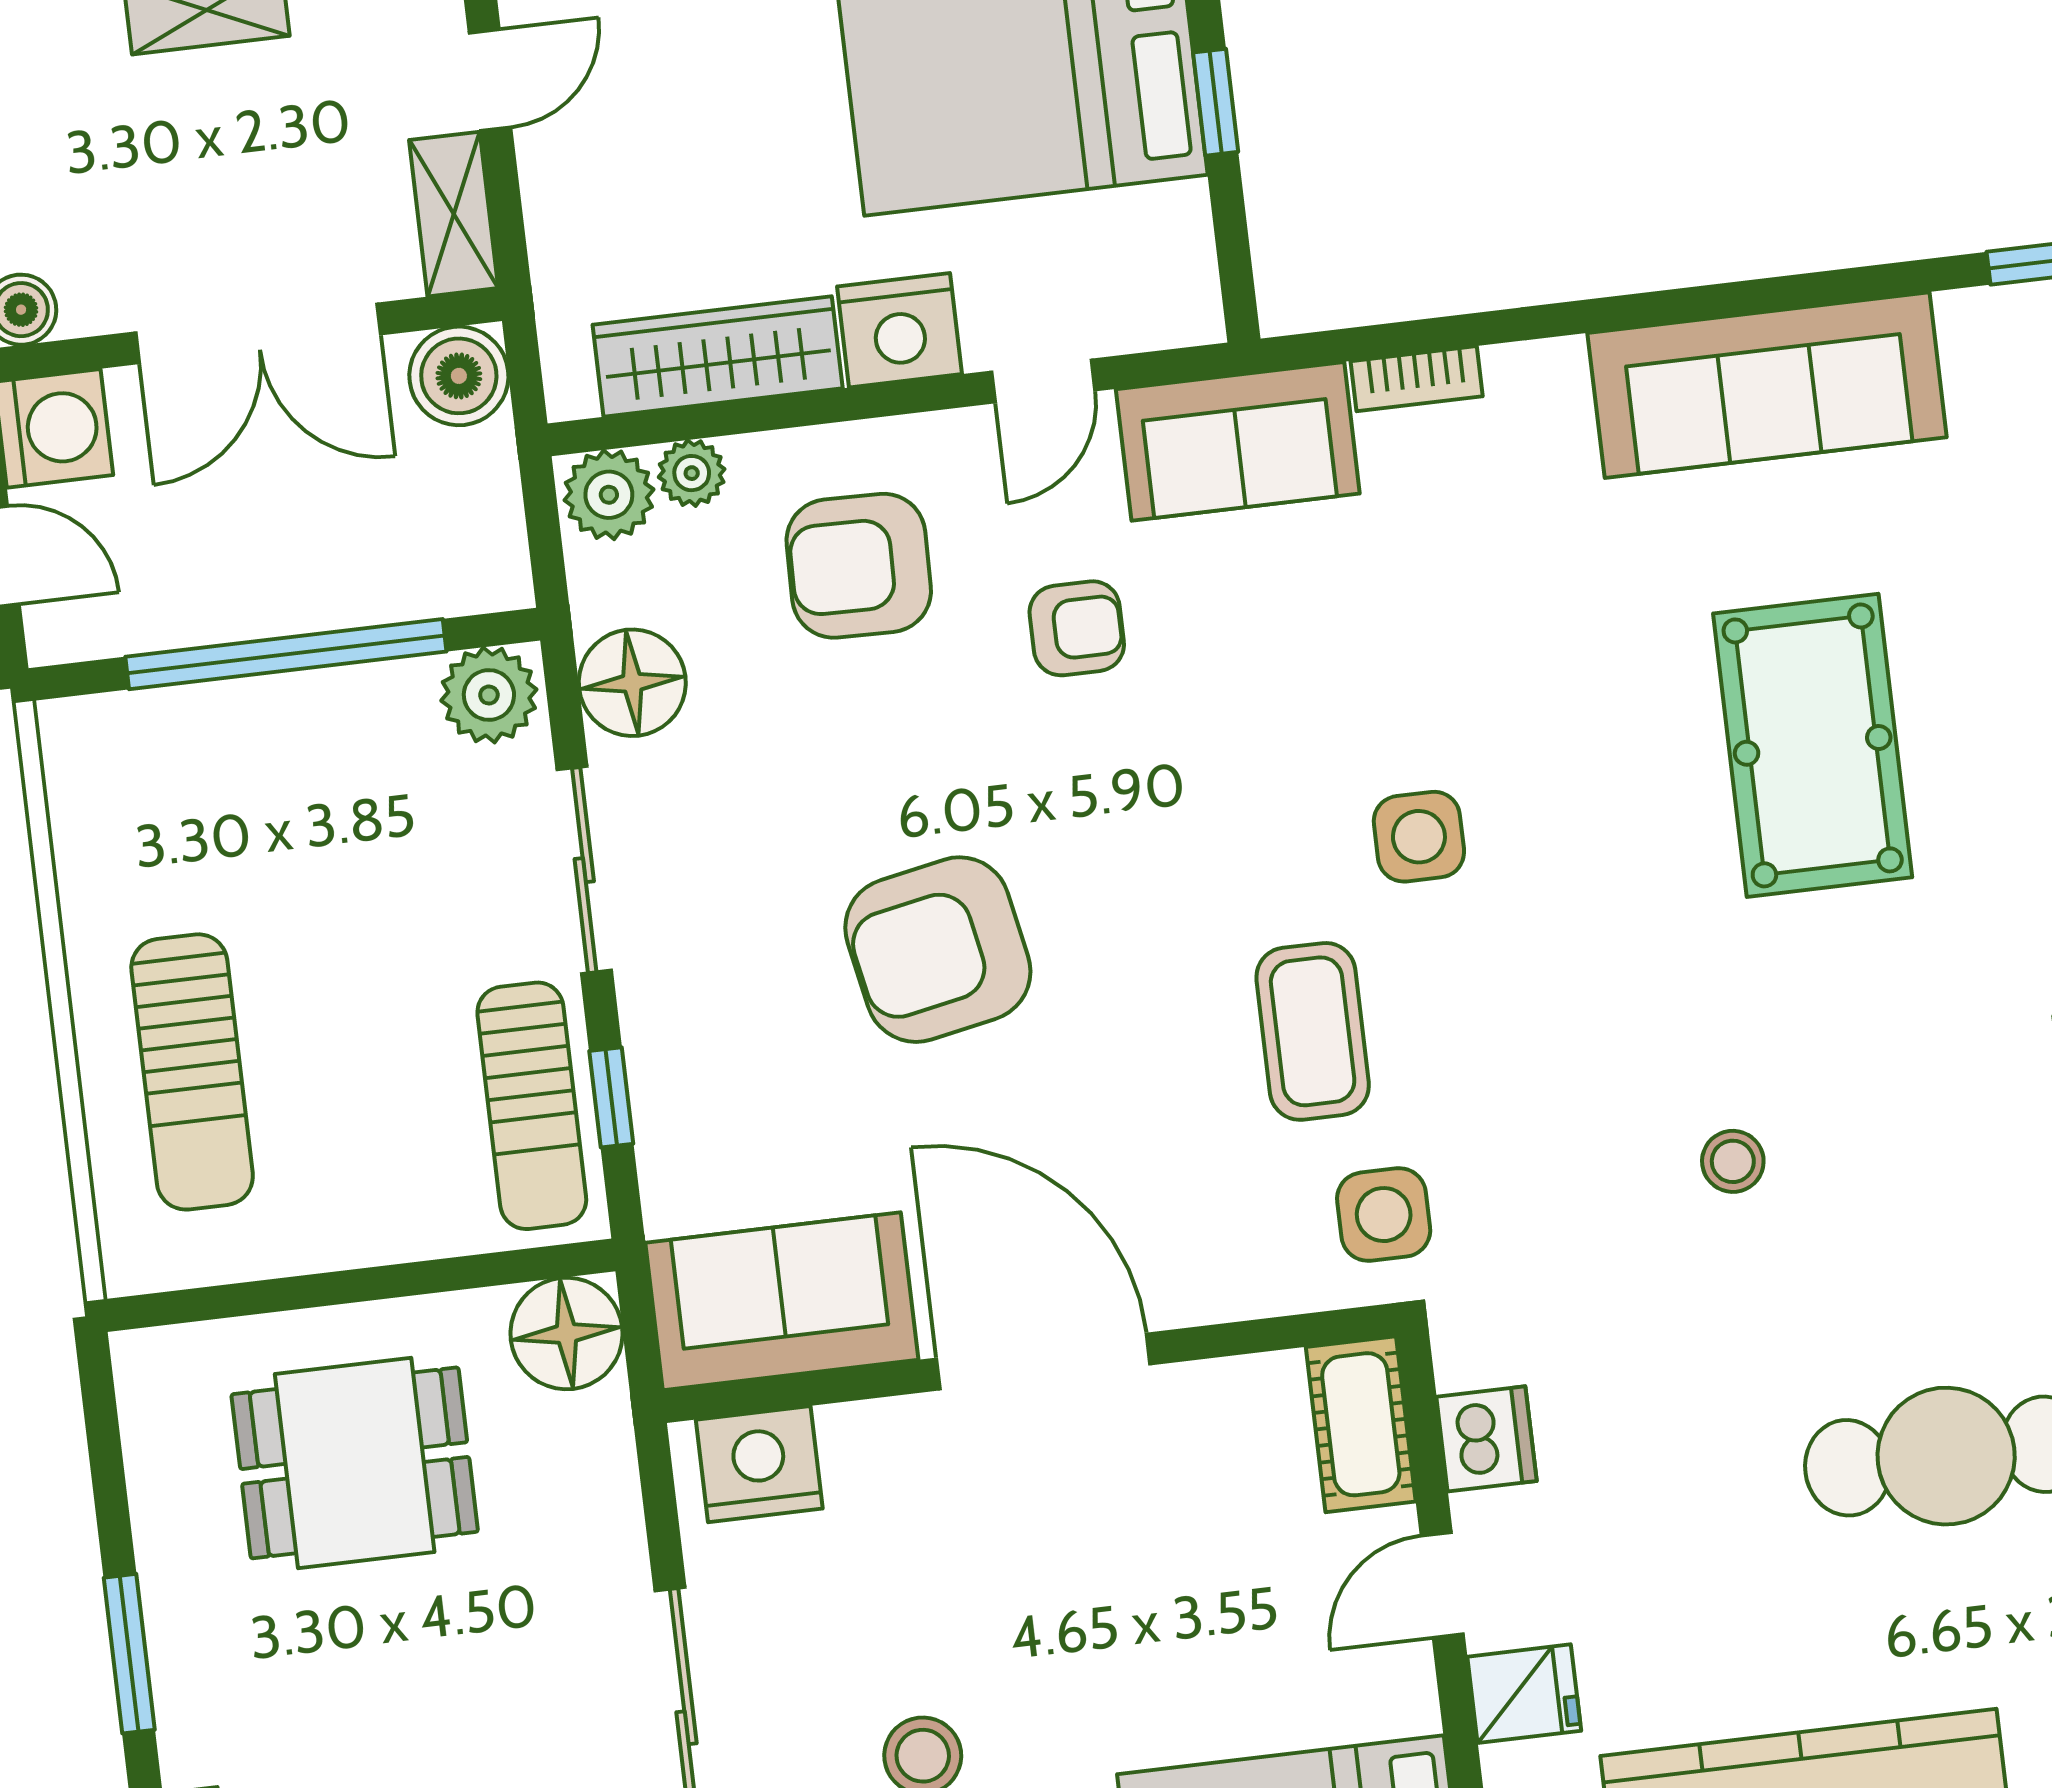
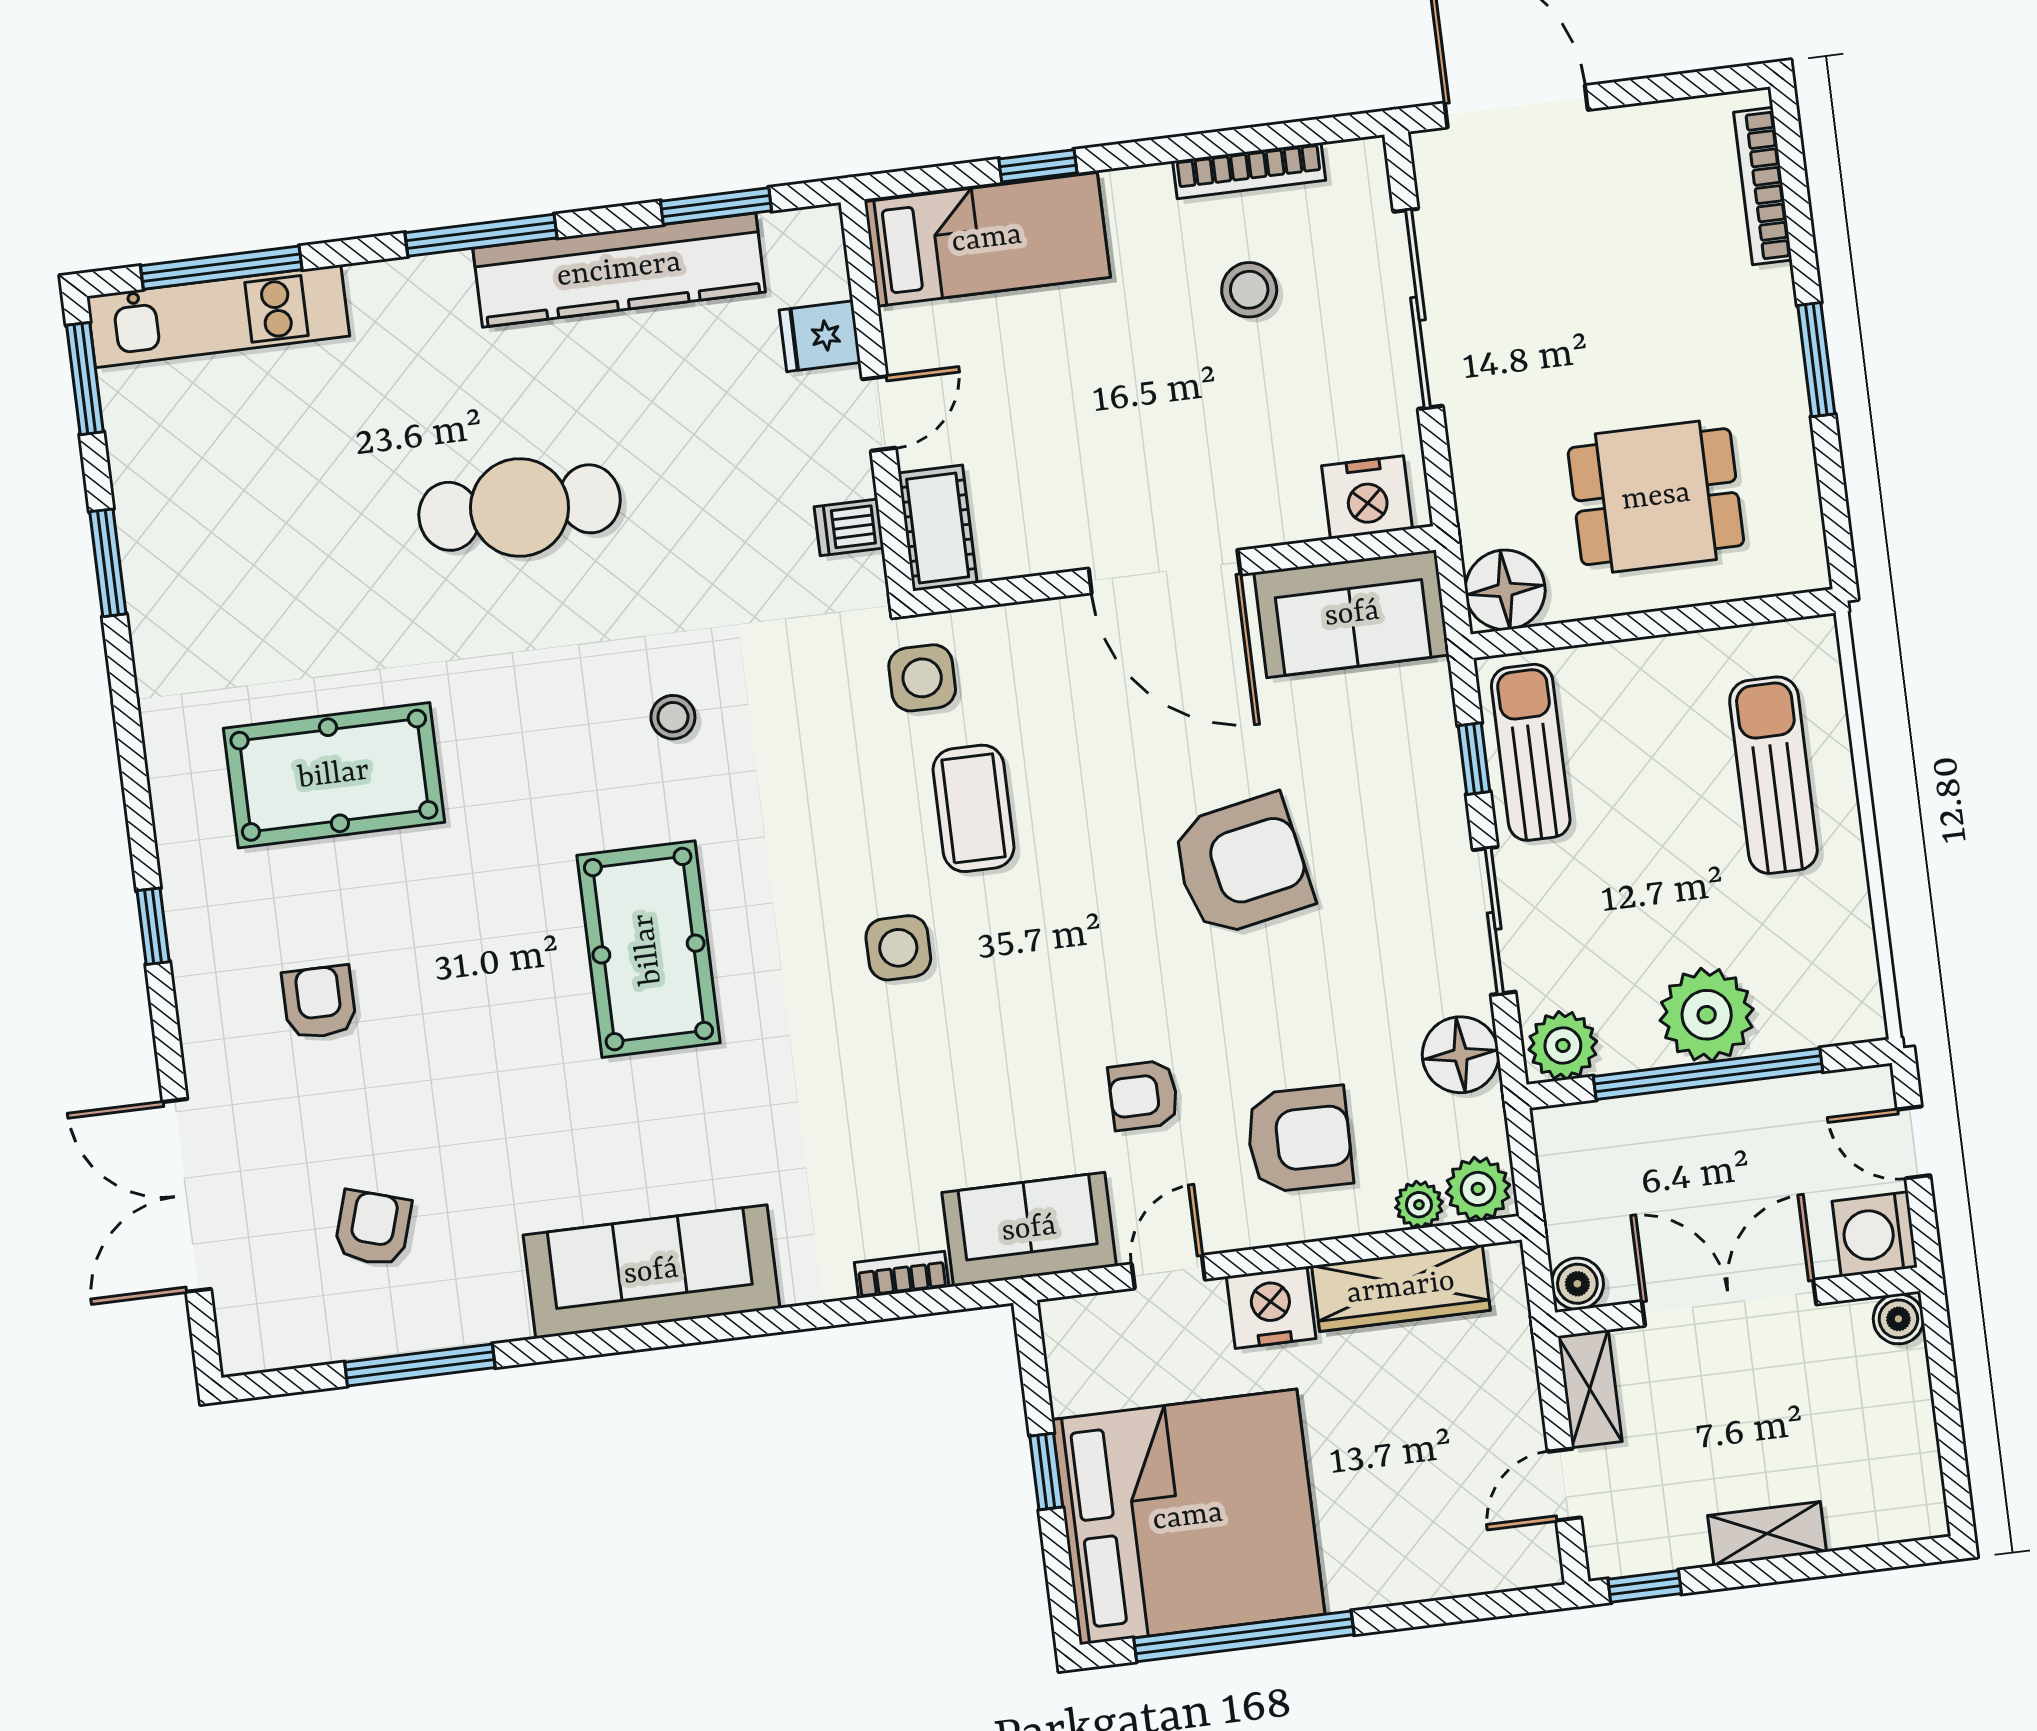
boiler: (459, 376) -> (1577, 1284), width x0.73, depth x0.73
plant: (287, 737) -> (1707, 1015), added
pool table: (1813, 745) -> (648, 949), moved
dishwasher: (1486, 1439) -> (849, 527), width x0.73

